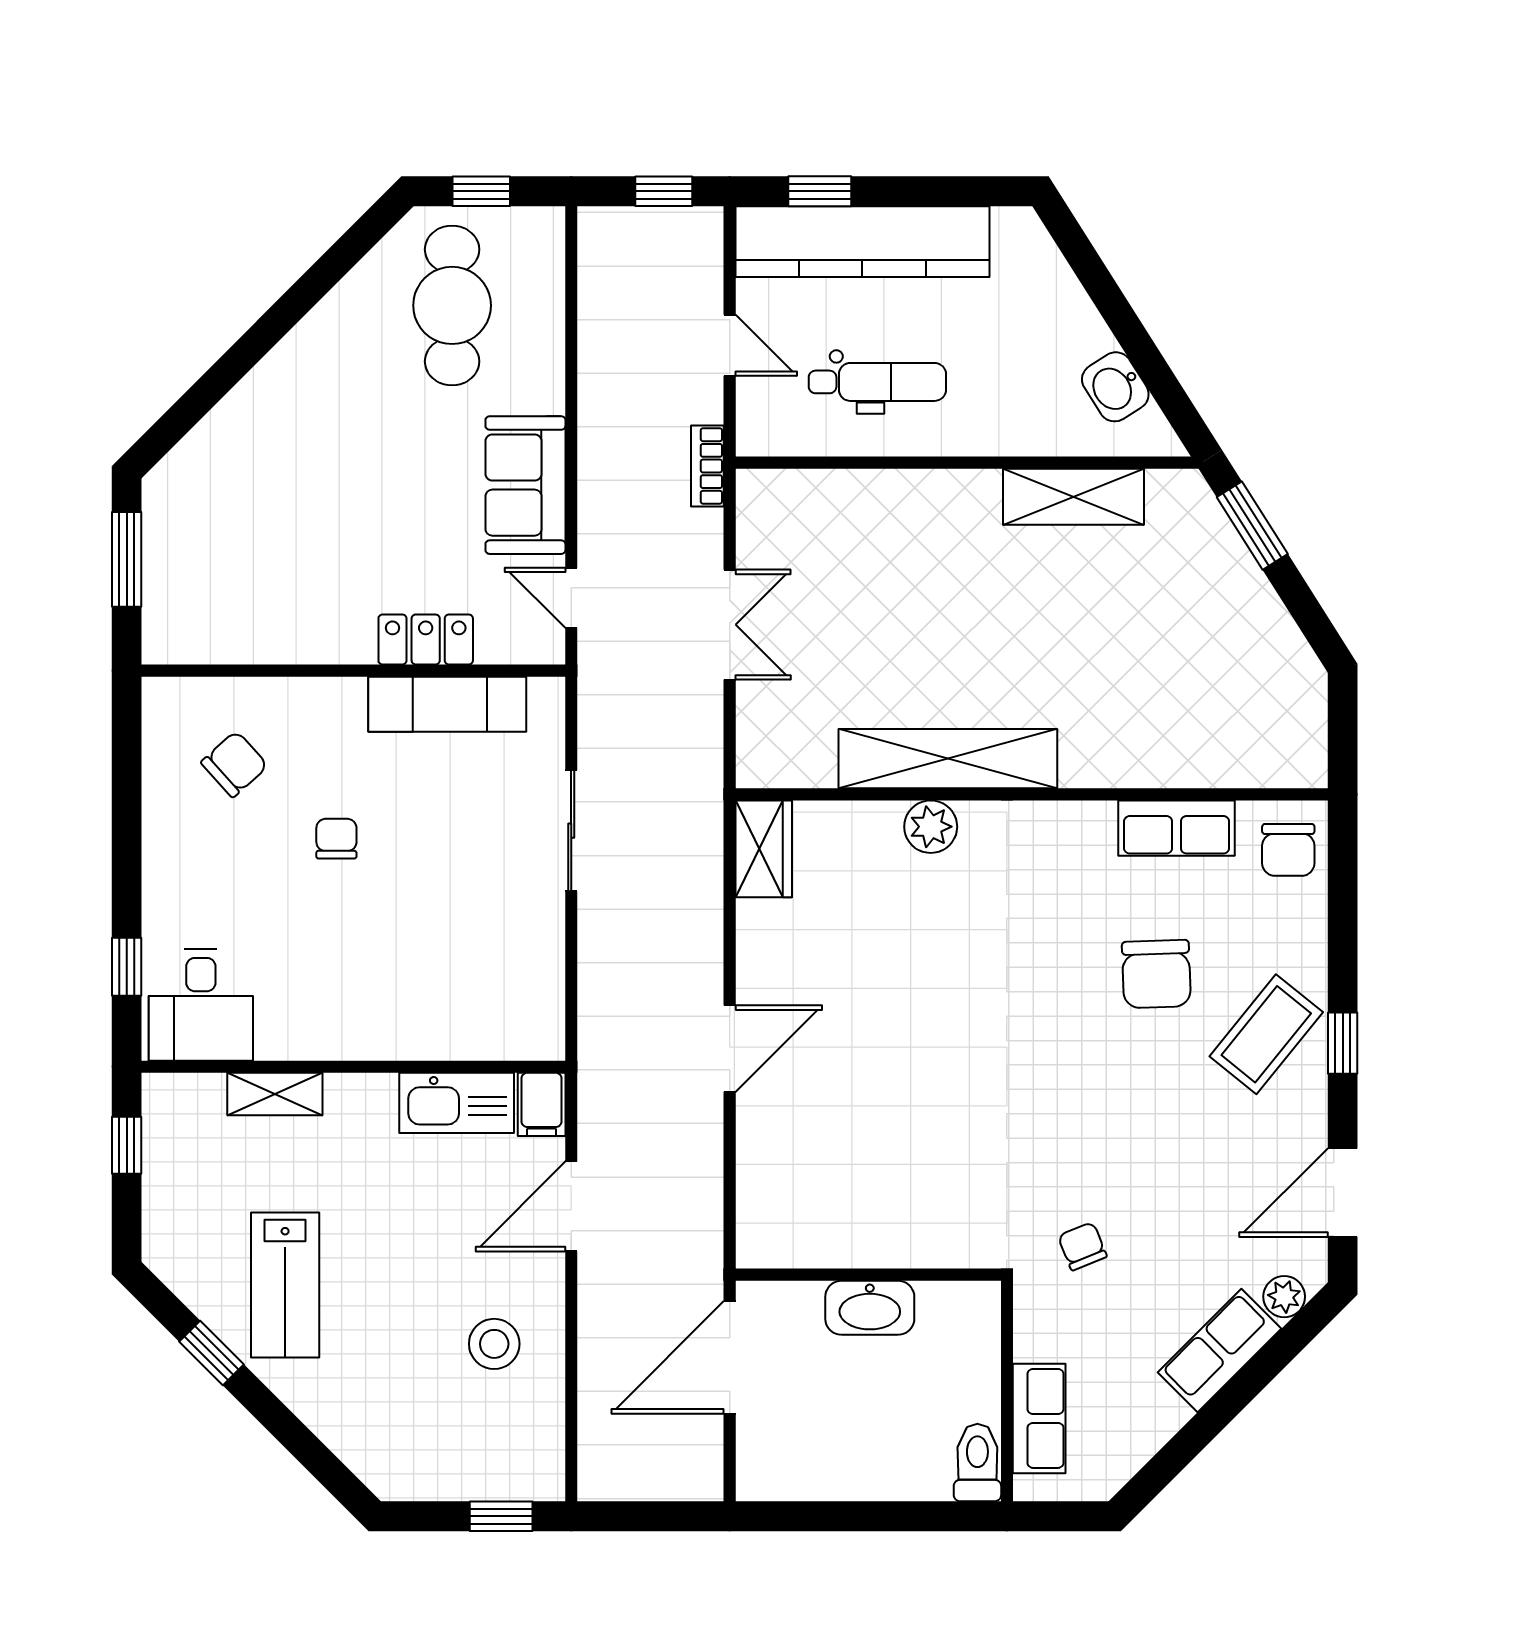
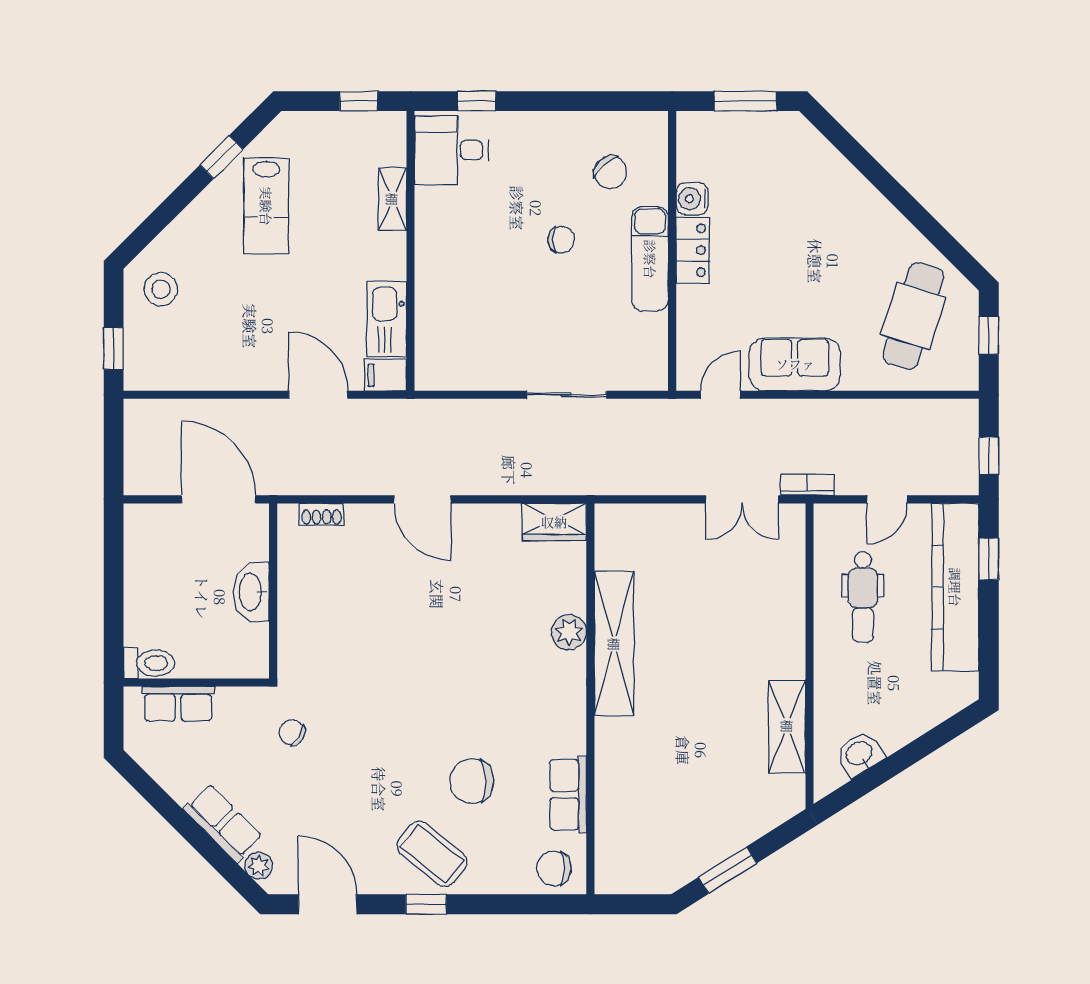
cafe table: (452, 305) -> (913, 316), turned -73
window: (1252, 526) -> (728, 870), moved
double door: (730, 625) -> (742, 499), moved
water cooler: (274, 640) -> (692, 199), added
locker: (426, 640) -> (693, 250), moved
exam couch: (447, 704) -> (650, 259), moved
shoe rack: (752, 1201) -> (322, 514), added
chair: (1082, 1246) -> (292, 732), turned -127
lab bench: (285, 1285) -> (266, 206), turned -90
stool: (494, 1344) -> (161, 289), moved

